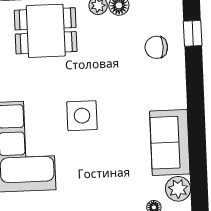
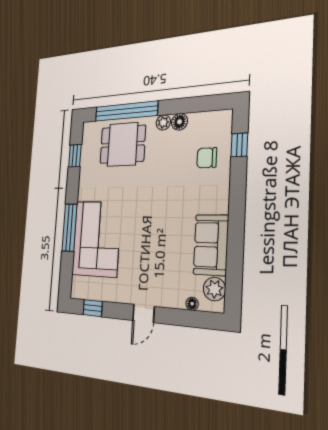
side table: (82, 116) -> (142, 216), removed

